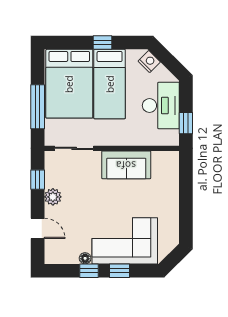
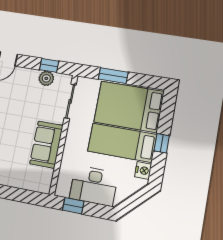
nightstand: (149, 62) -> (143, 170), moved, turned -45
window: (38, 107) -> (113, 76), width x0.69
plant: (53, 197) -> (46, 78), moved

